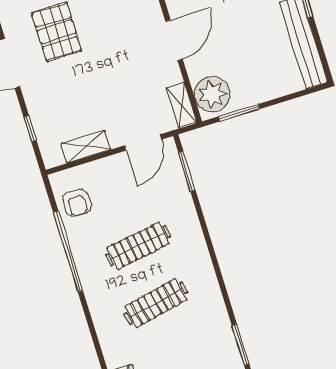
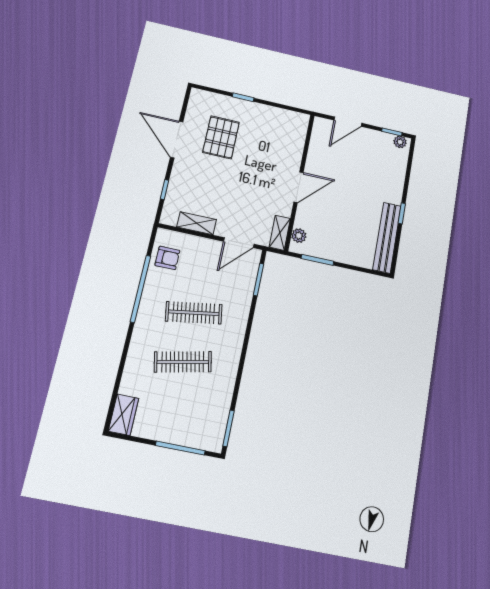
plant: (212, 94) -> (299, 236), width x0.53, depth x0.53
armchair: (77, 203) -> (167, 258), turned -90

